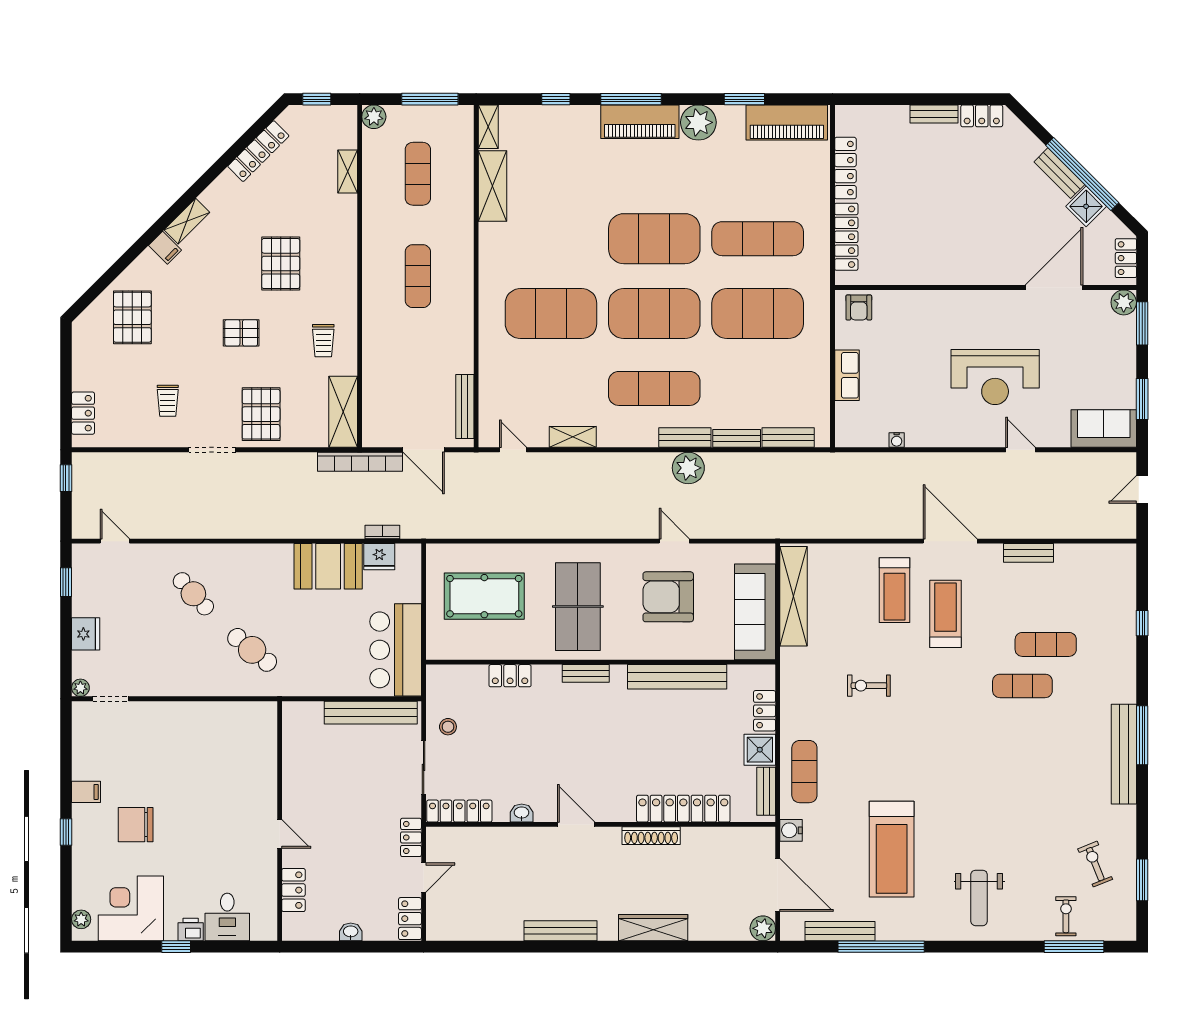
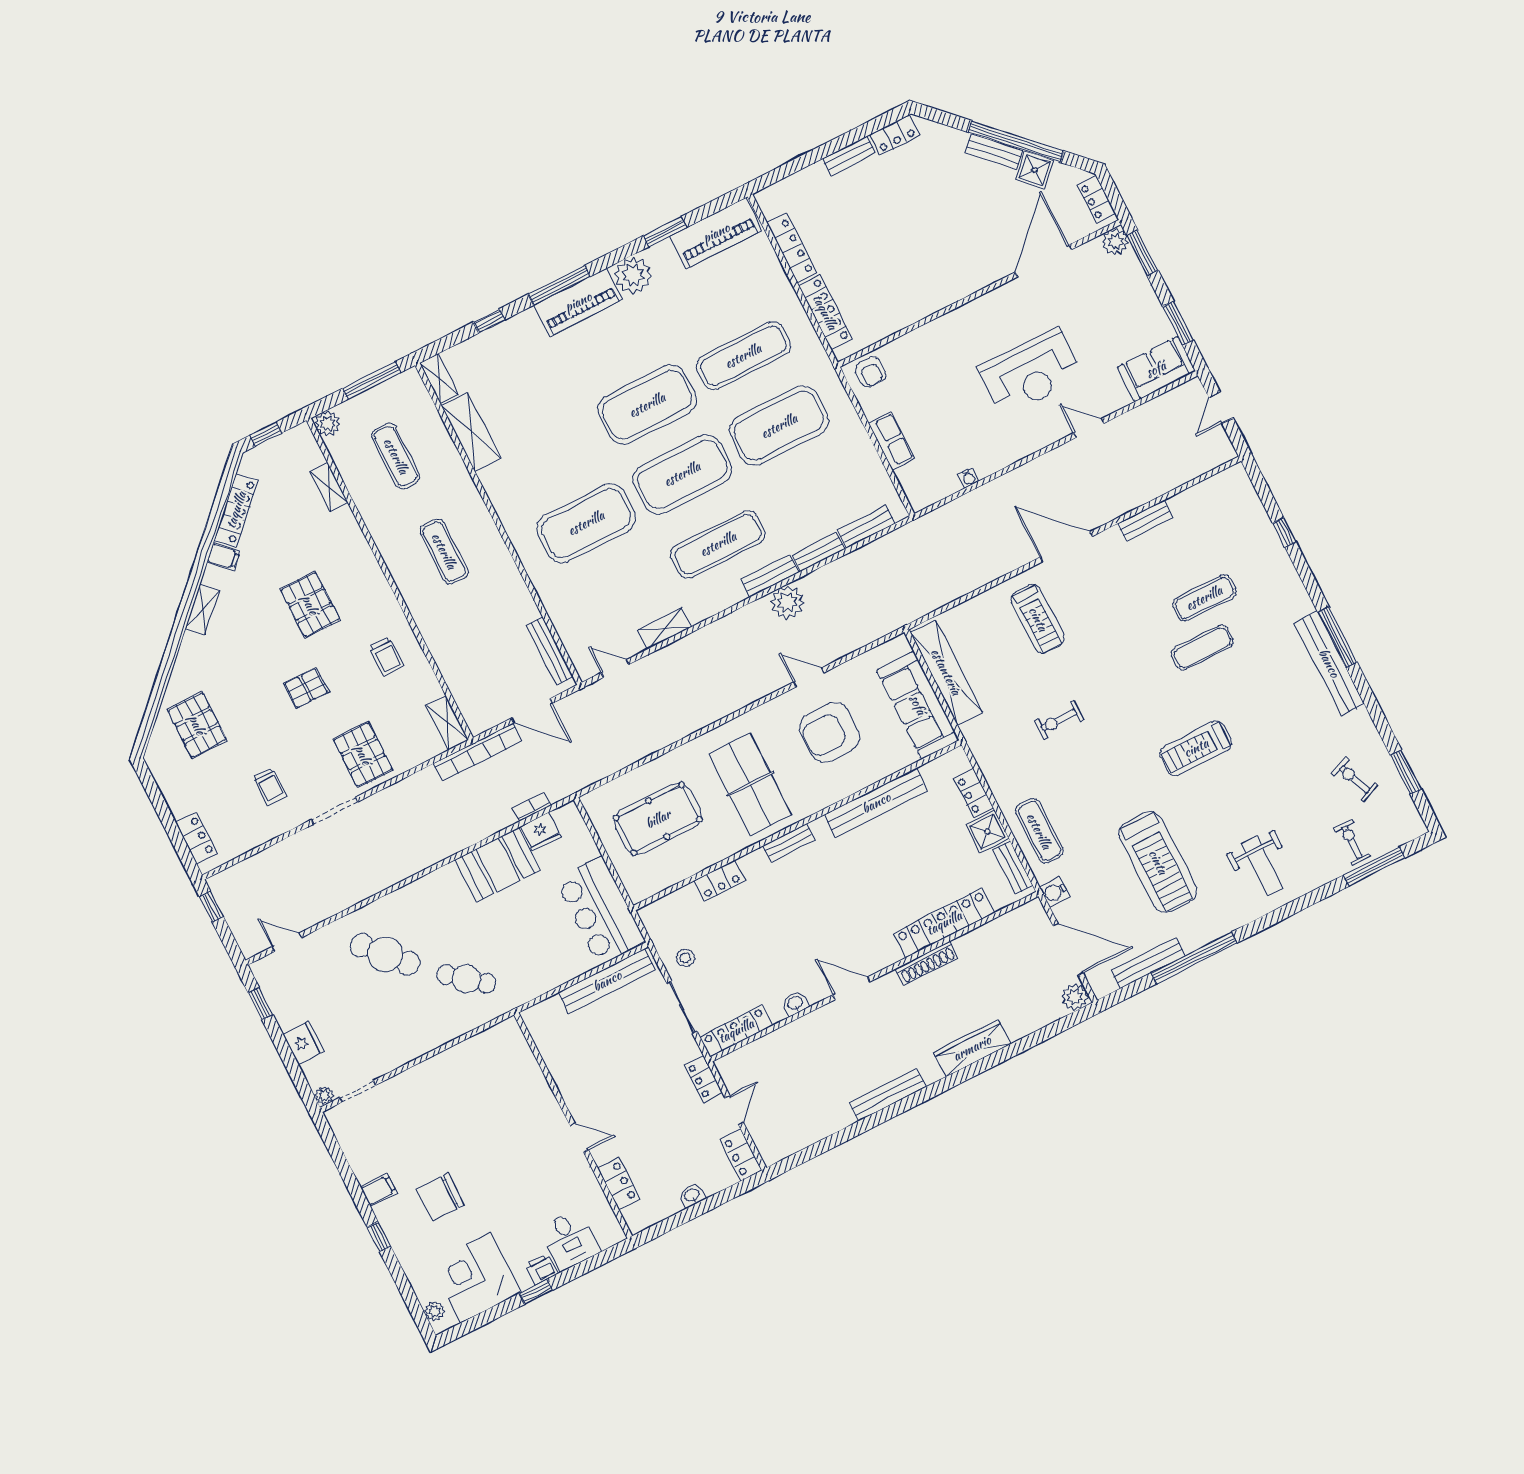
filing cabinet: (165, 248) -> (224, 556), moved
shelving: (343, 412) -> (447, 723), width x0.67, depth x0.75
cafe table: (193, 594) -> (385, 954), width x1.37, depth x1.35
treadmill: (945, 614) -> (1196, 748), moved, turned -90

